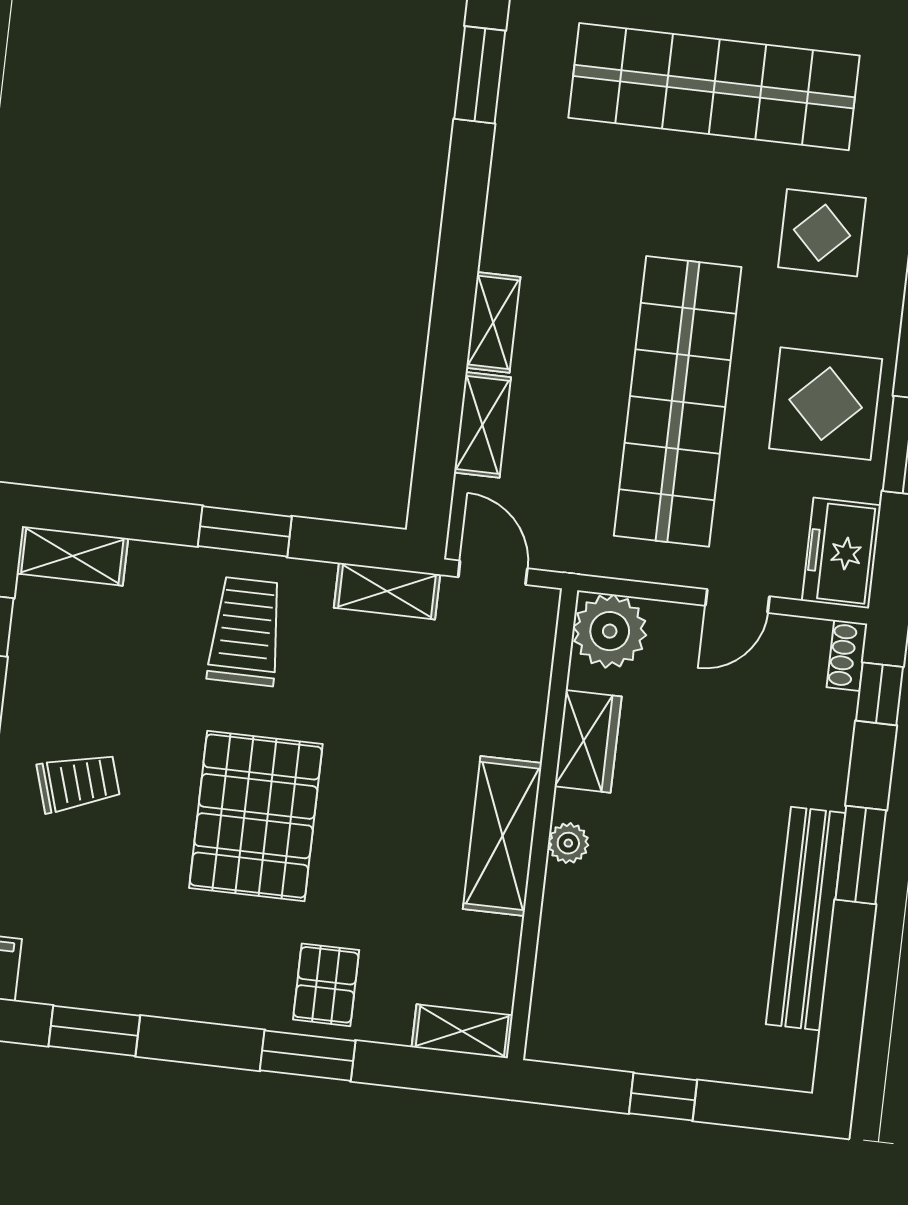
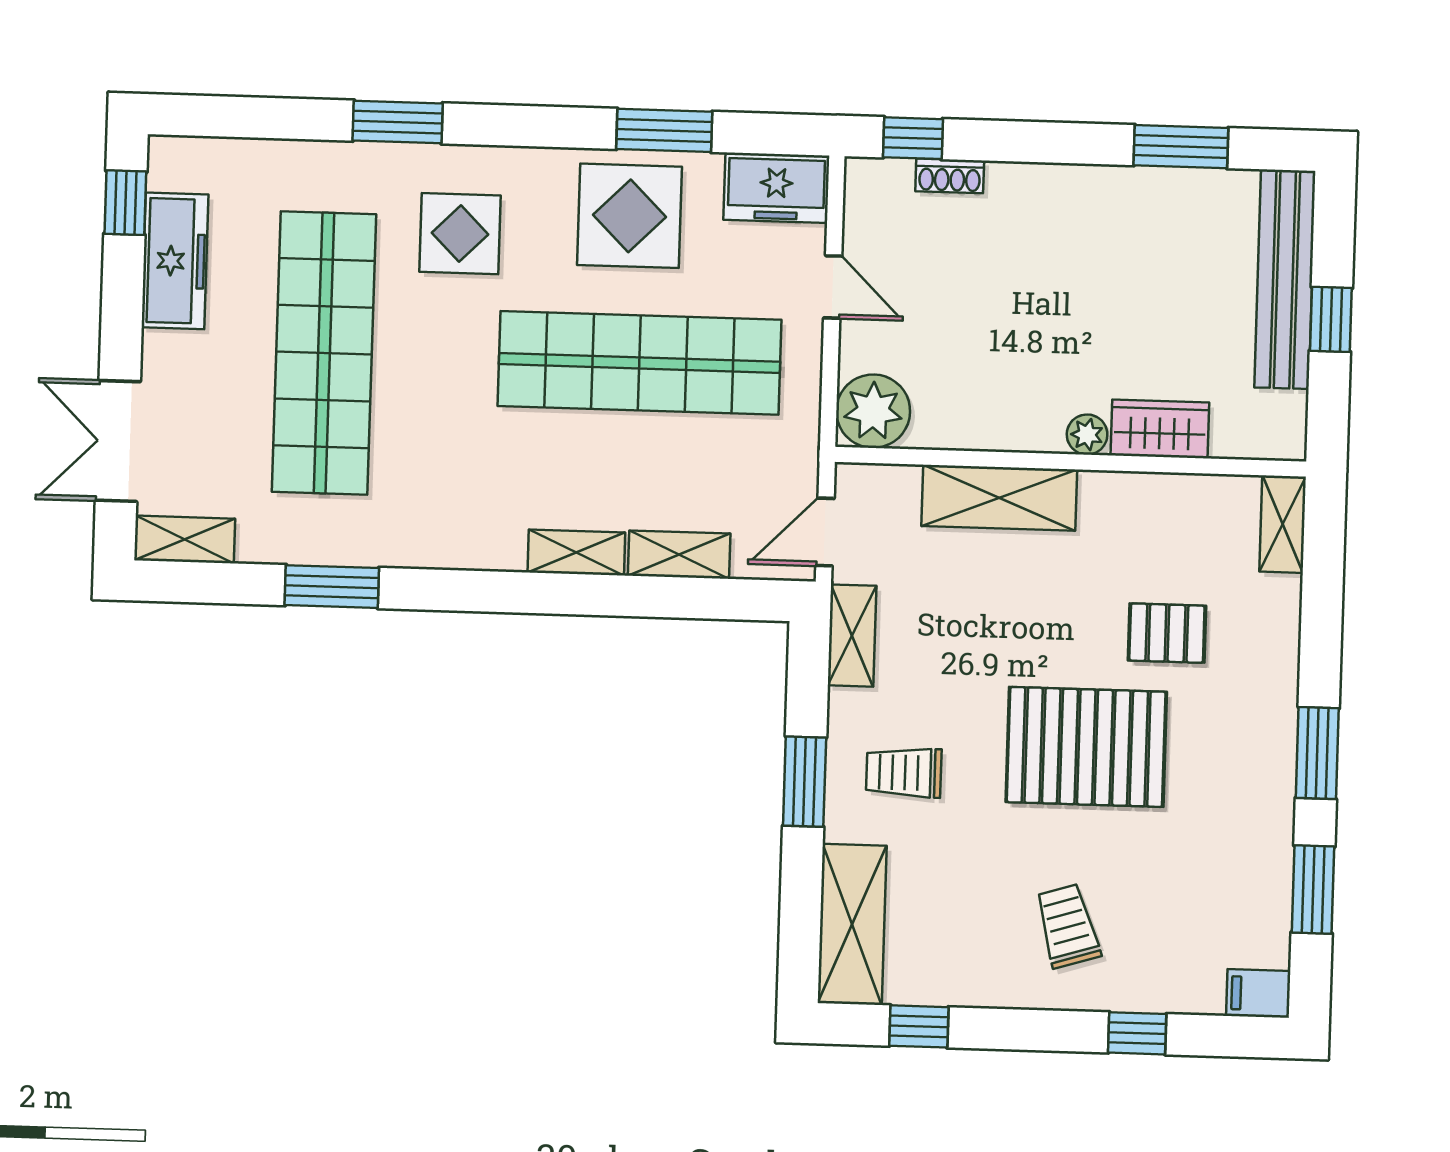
shelving: (72, 556) -> (852, 924), width x1.50, depth x1.33
trolley: (246, 631) -> (904, 773), width x0.73, depth x0.72
shoe rack: (847, 656) -> (950, 176), moved
wardrobe: (588, 741) -> (1160, 429), moved
shelving: (502, 836) -> (999, 498), moved
window: (861, 855) -> (1181, 147), moved
bench: (806, 919) -> (1285, 279), moved, turned 90
pallet: (326, 985) -> (1167, 633), moved
window: (308, 1056) -> (1317, 753), moved

